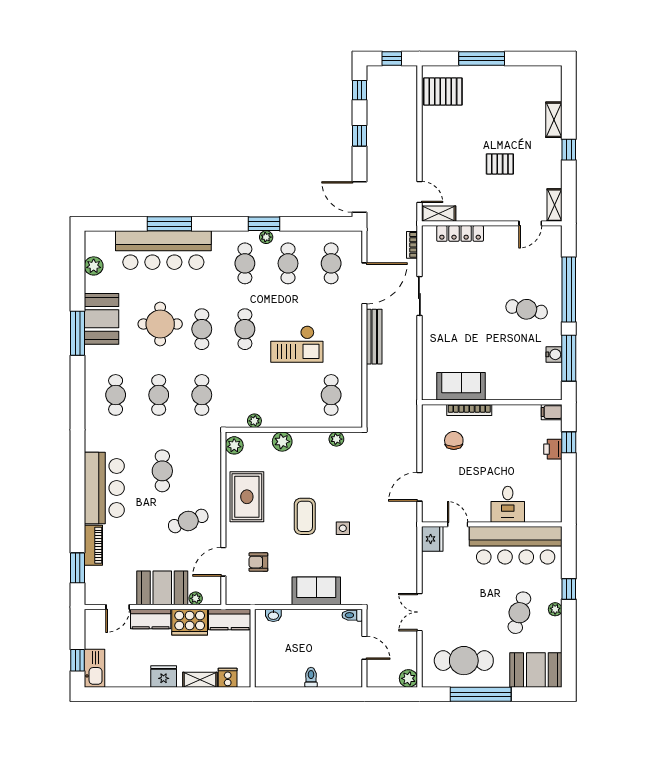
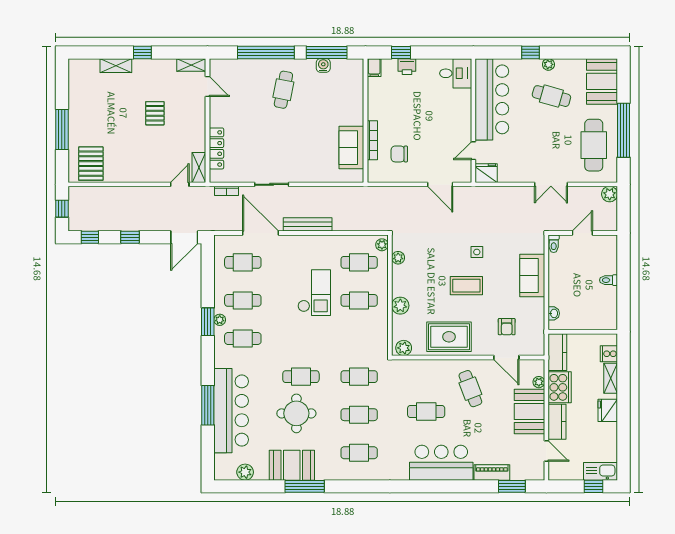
cafe table: (245, 329) -> (359, 300), moved
plant: (254, 421) -> (382, 245), moved
desk: (508, 504) -> (456, 73), moved

